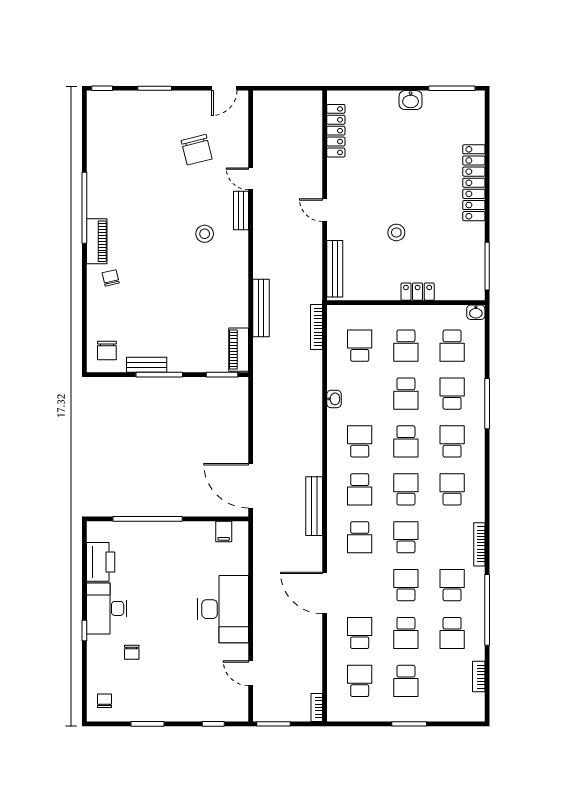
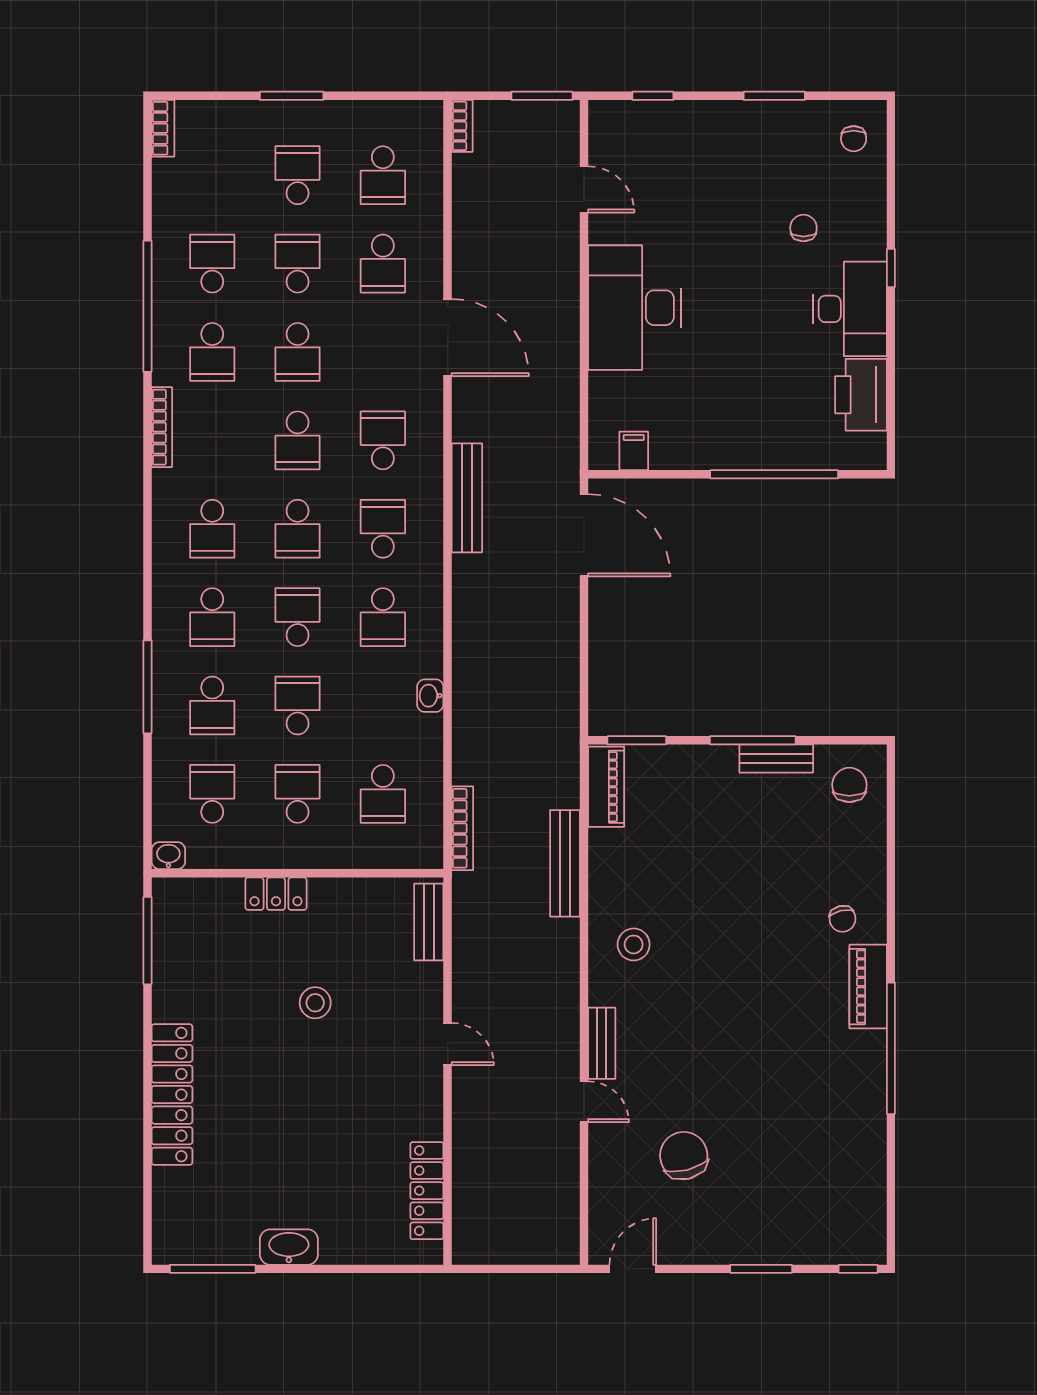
washbasin: (411, 100) -> (289, 1247), width x1.38
stool: (205, 234) -> (634, 944), moved
bench: (335, 269) -> (429, 922), width x0.73
bookcase: (479, 677) -> (163, 128), moved

